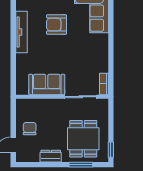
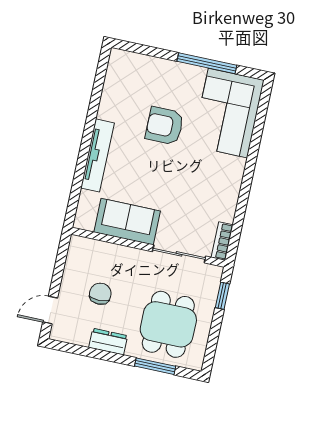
tv unit: (21, 32) -> (98, 155), moved
chair: (30, 129) -> (100, 294), moved
window: (111, 150) -> (222, 296), moved

